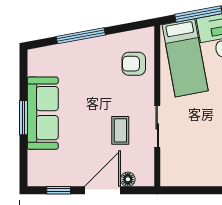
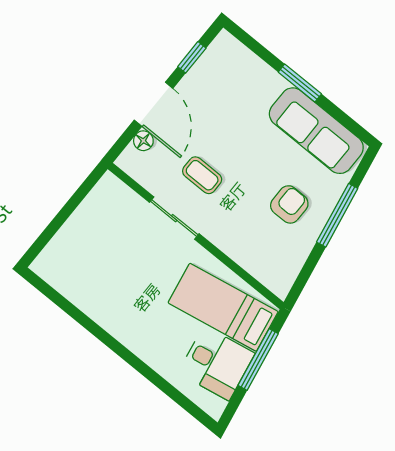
armchair: (134, 64) -> (289, 204), moved
sofa: (43, 113) -> (316, 131), moved

